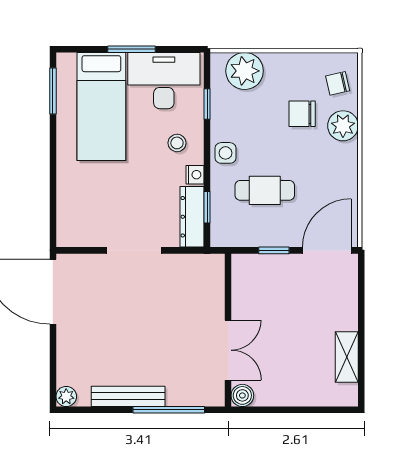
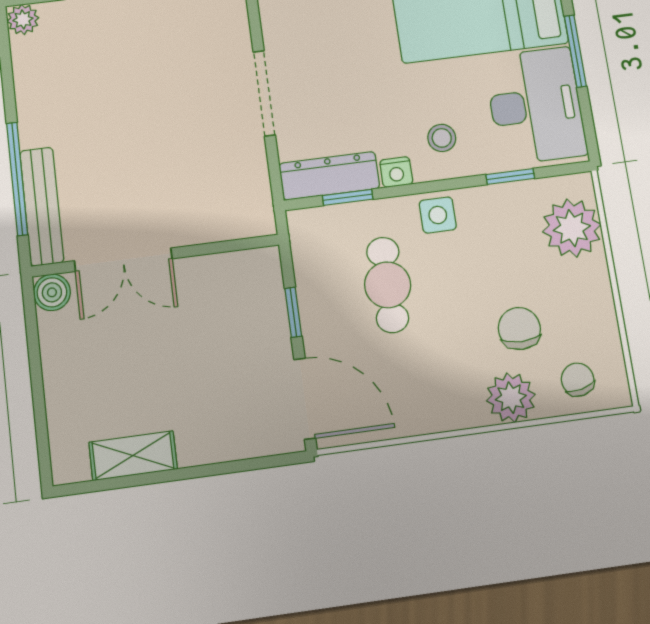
bench: (128, 396) -> (42, 206), moved

